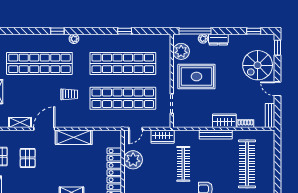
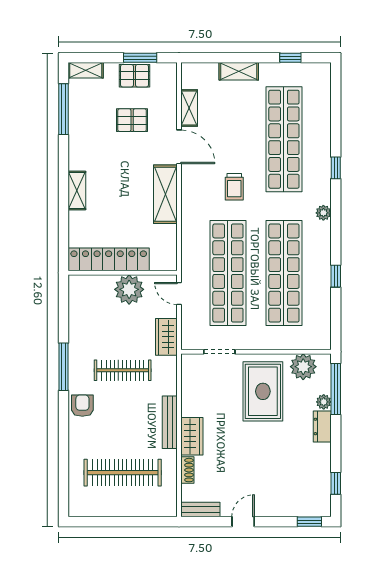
plant: (74, 39) -> (323, 213), moved
spiral stairs: (258, 65) -> (281, 490), removed

